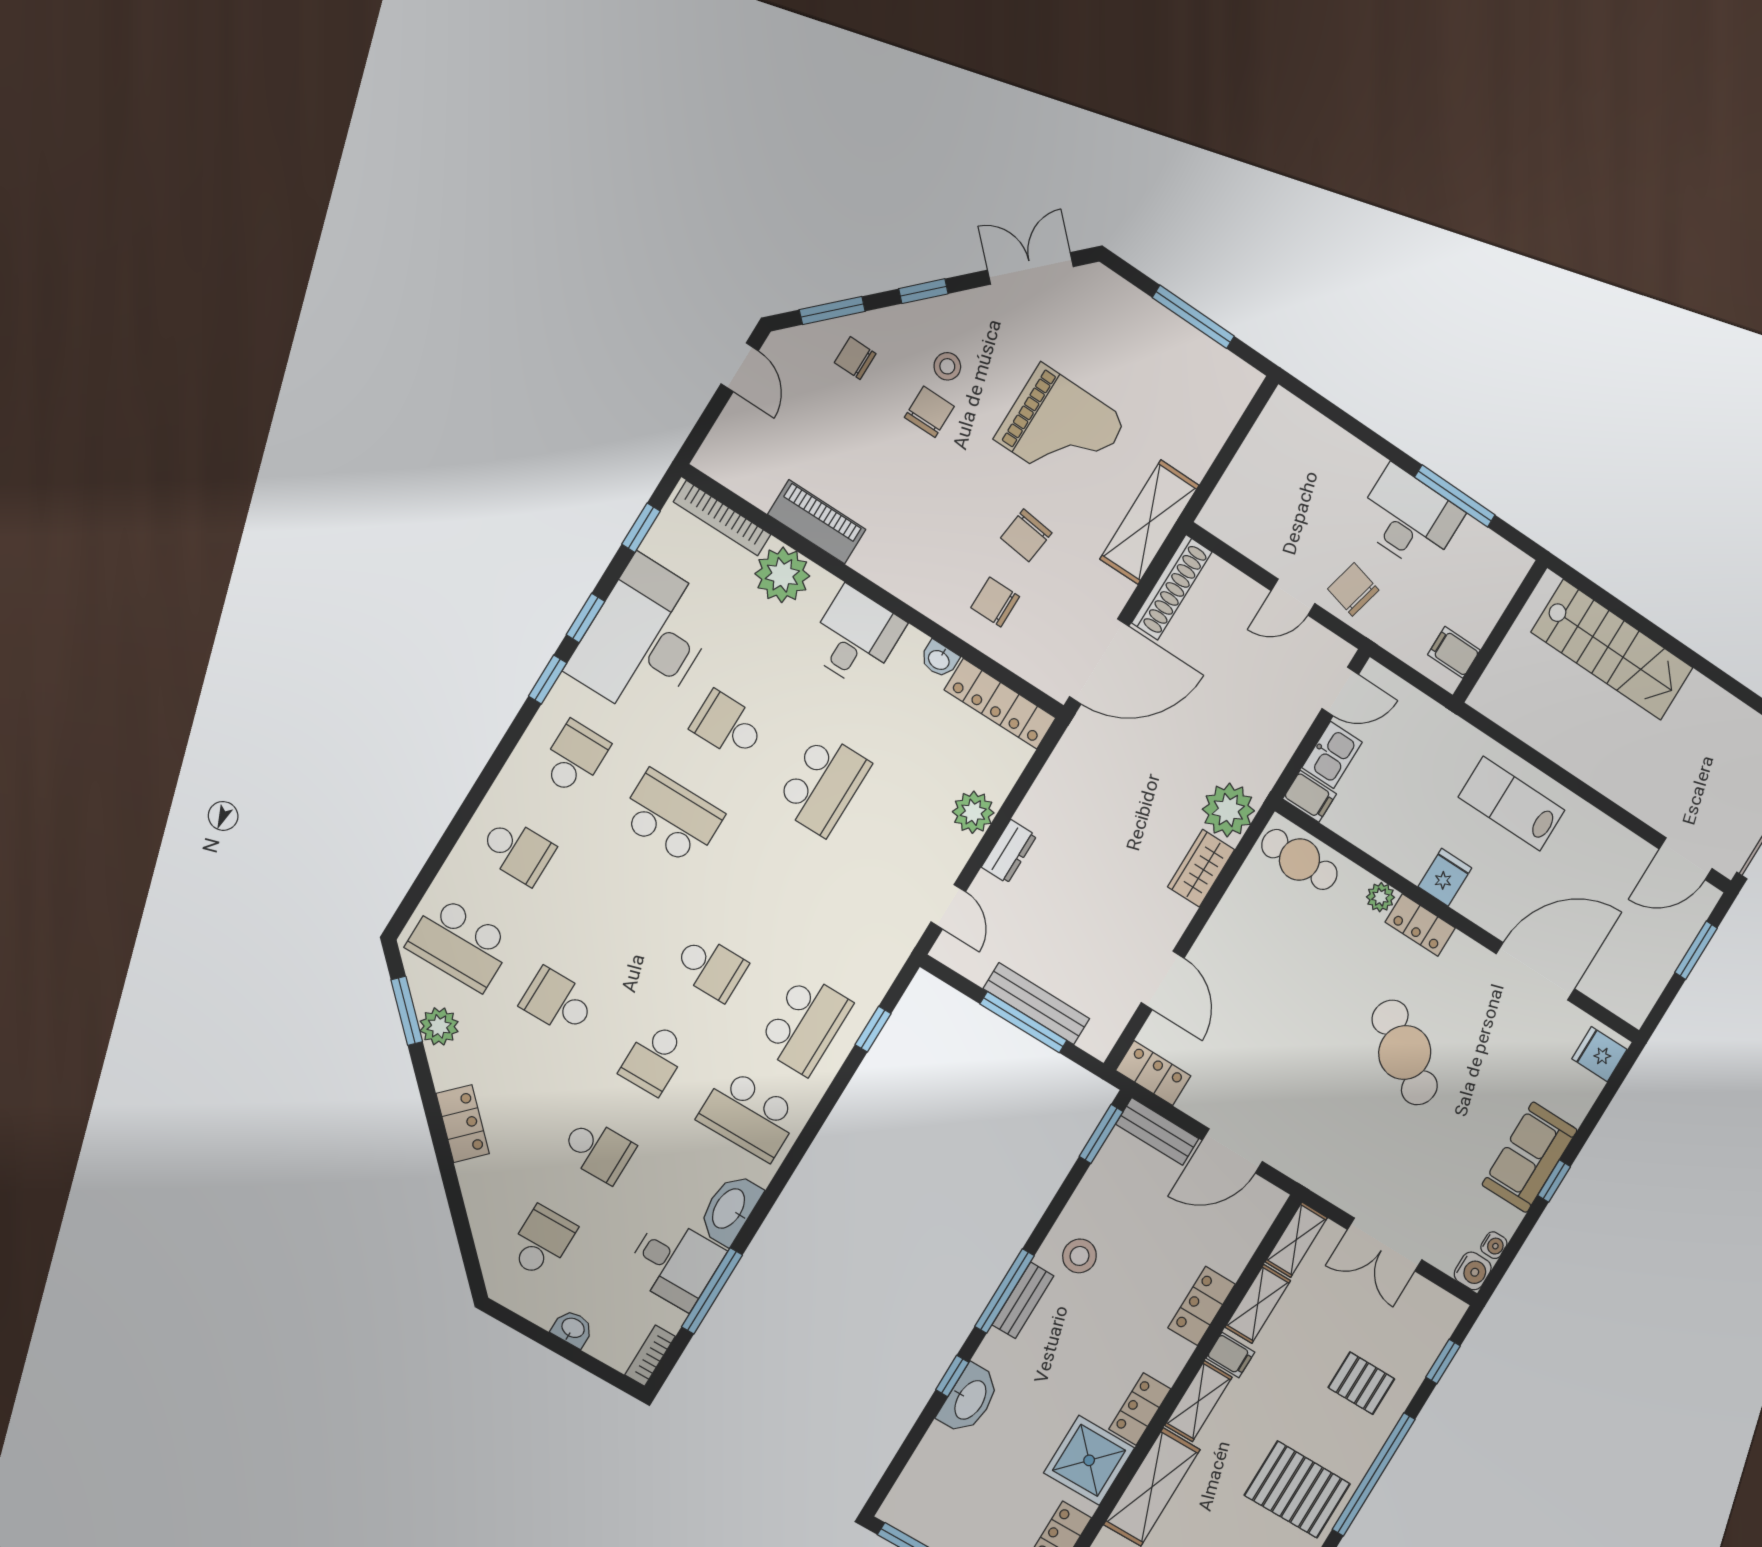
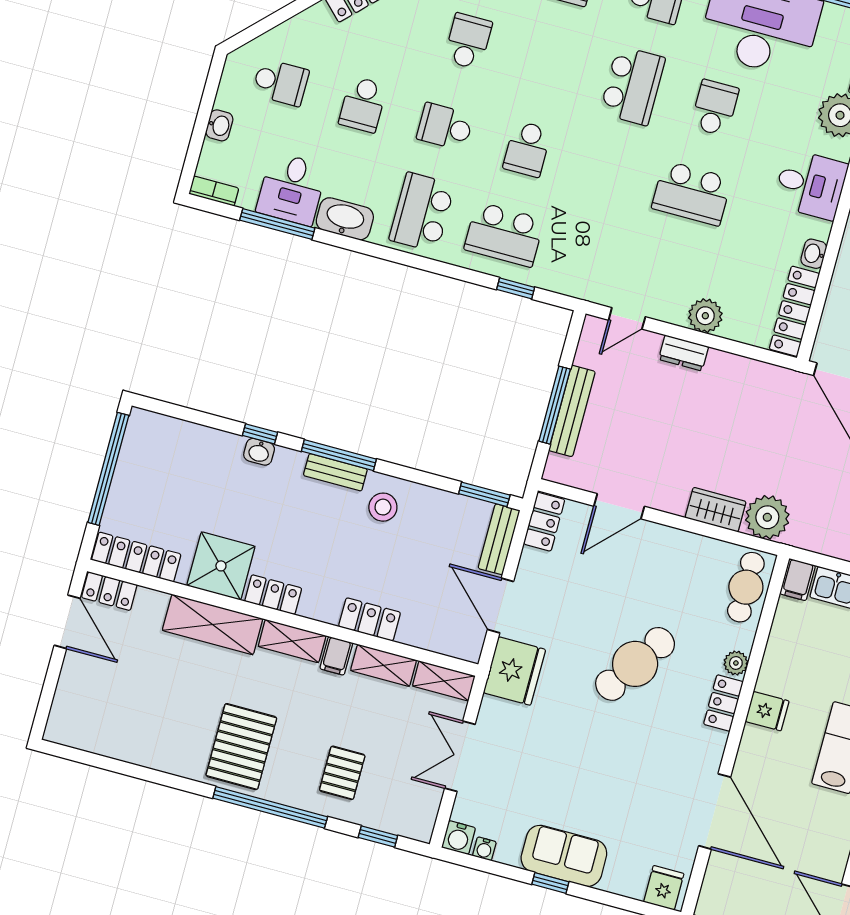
cafe table: (1405, 1053) -> (635, 664), moved
fridge: (1310, 1156) -> (514, 671), added
washbasin: (969, 1399) -> (259, 452), width x0.52, depth x0.69

